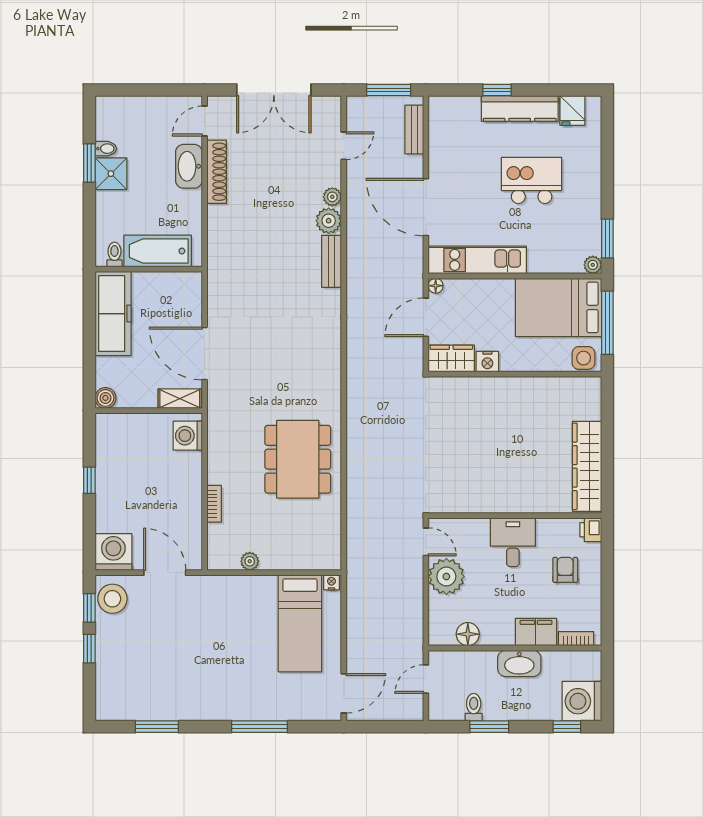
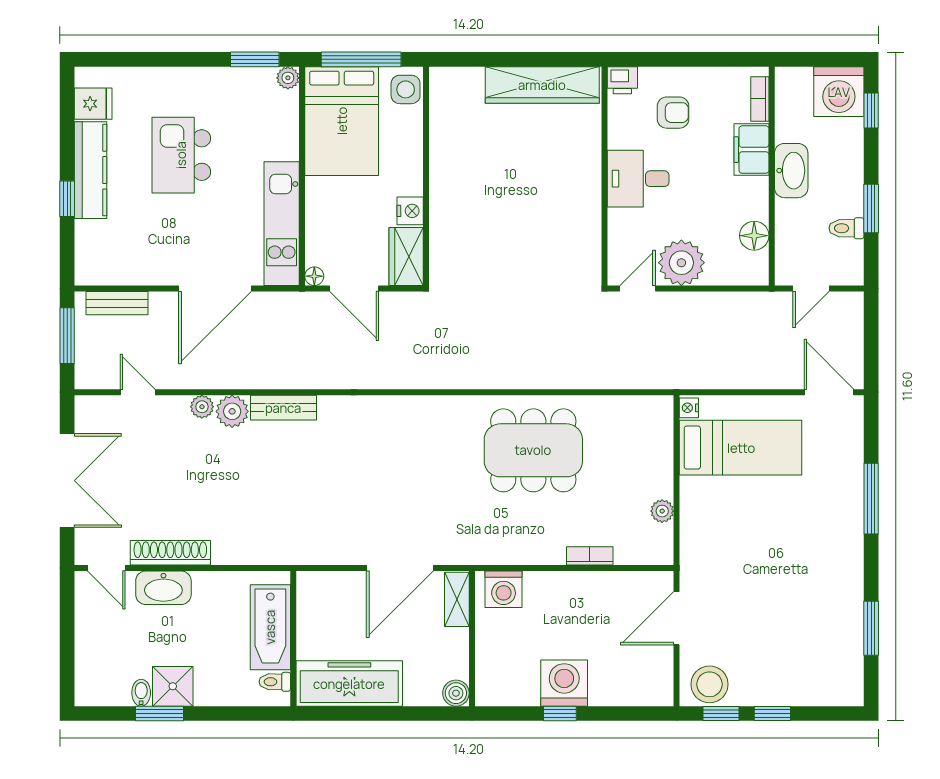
washing machine: (113, 552) -> (564, 683), moved, turned 90
armchair: (565, 570) -> (673, 113), turned 180
door: (426, 679) -> (811, 289), hinge flipped

